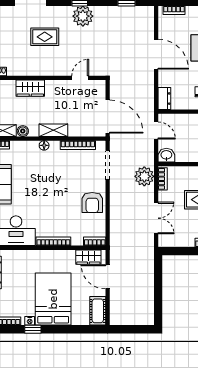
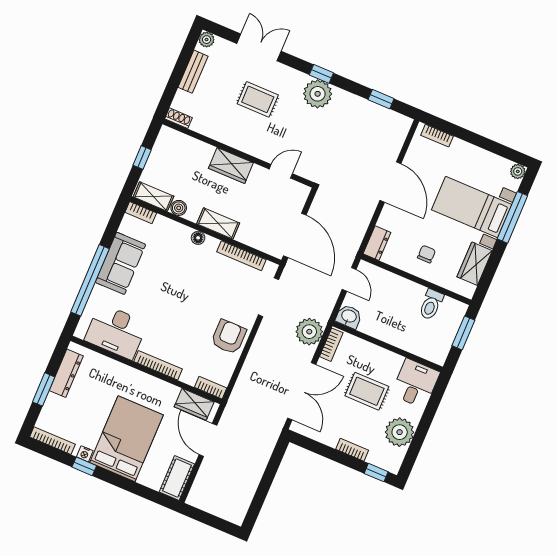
wardrobe: (30, 88) -> (231, 166), moved
armchair: (92, 203) -> (229, 337), turned 180
double door: (156, 218) -> (302, 391), width x1.37

